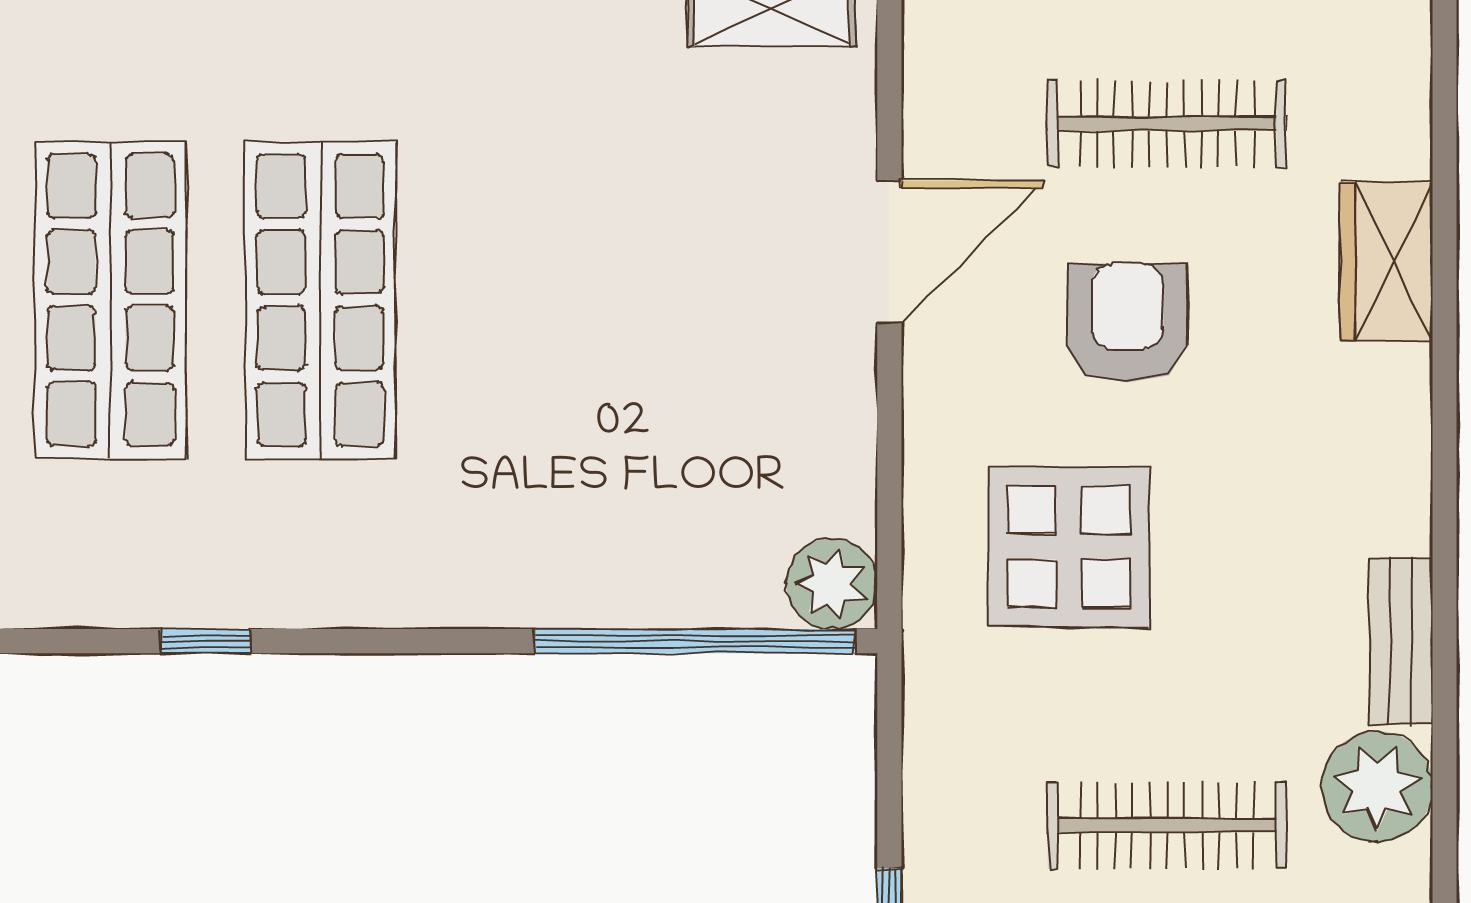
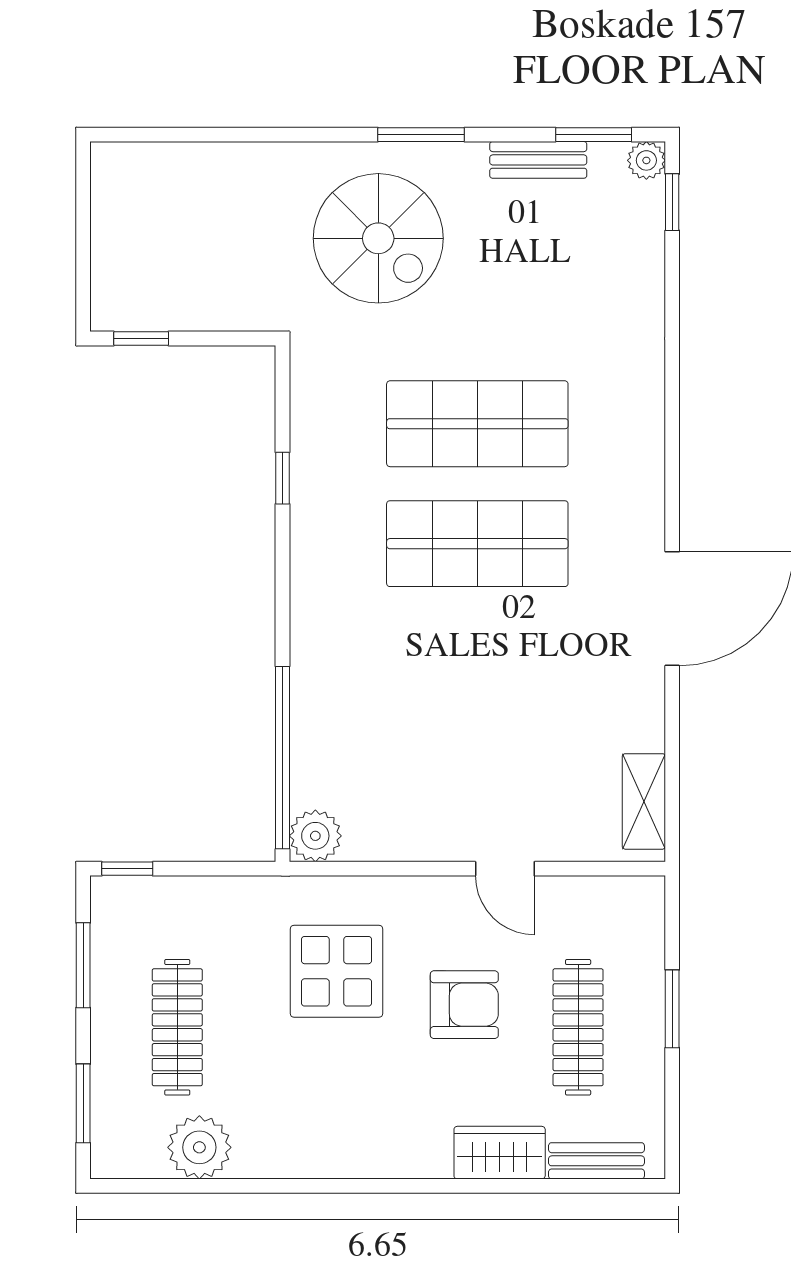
door: (889, 252) -> (505, 869), width x0.73
bench: (1401, 641) -> (596, 1161), moved

